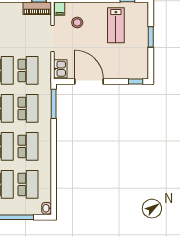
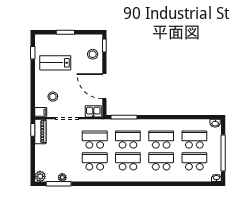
lab bench: (116, 25) -> (55, 63), turned 180
stool: (126, 68) -> (93, 54), added
door: (89, 81) -> (104, 86), hinge flipped

